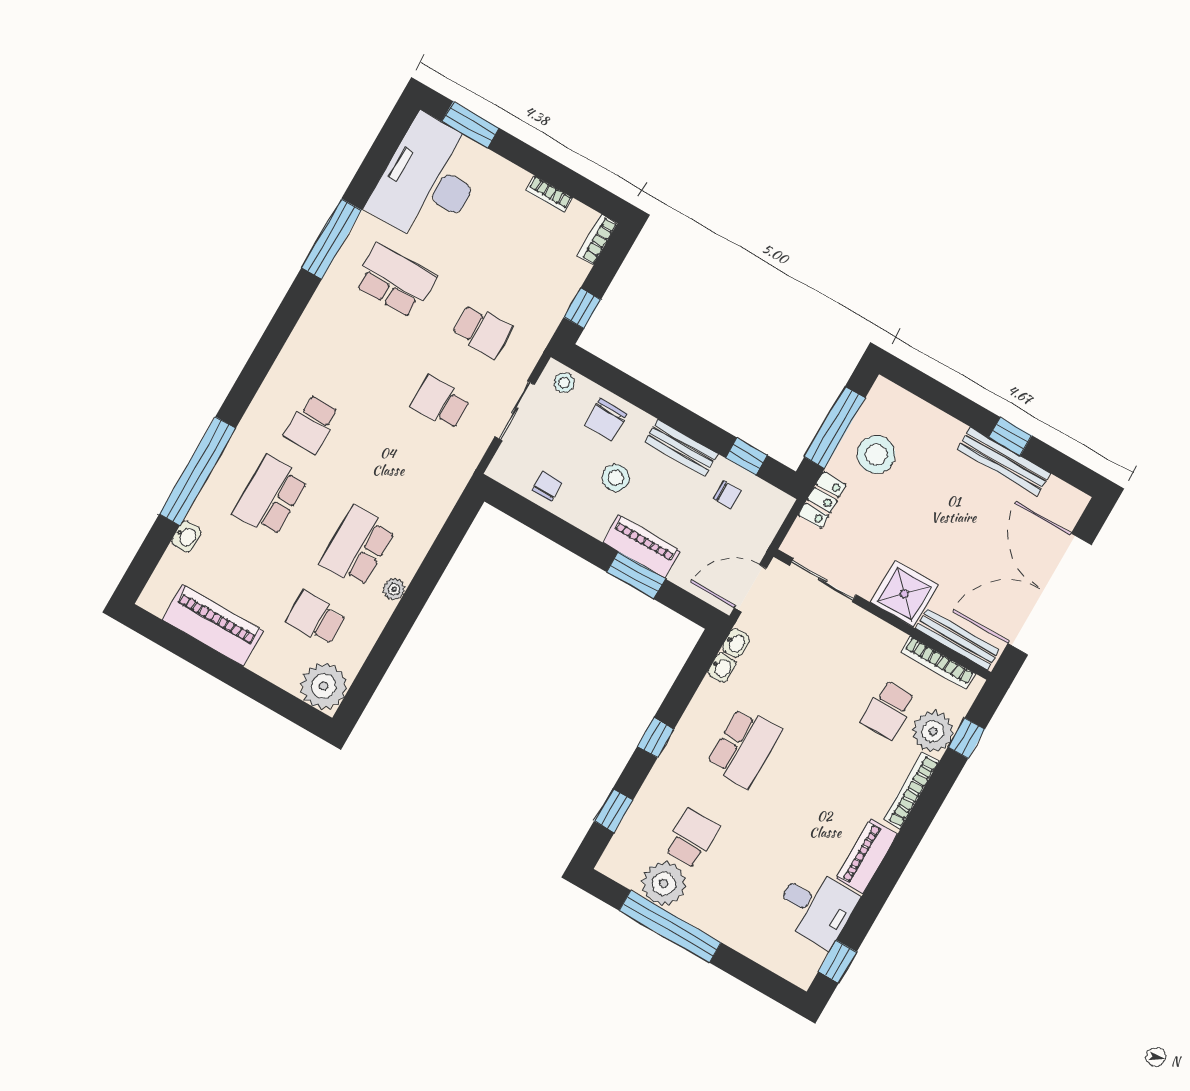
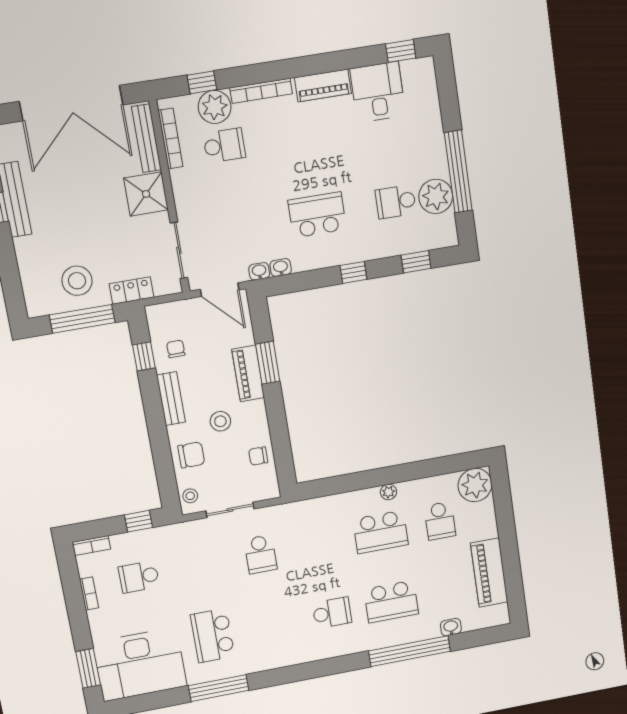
school desk: (482, 331) -> (139, 577), moved, turned -90

